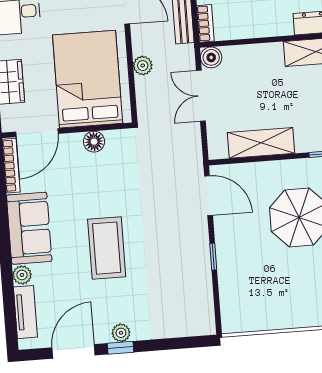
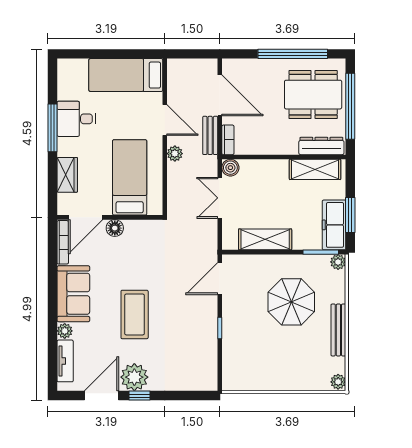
plant: (143, 66) -> (175, 154), moved
bed: (88, 79) -> (130, 177), width x0.67
floor lamp: (94, 142) -> (115, 228), moved
door: (209, 196) -> (220, 279), swing flipped
plant: (121, 333) -> (134, 377), width x1.87, depth x1.87

